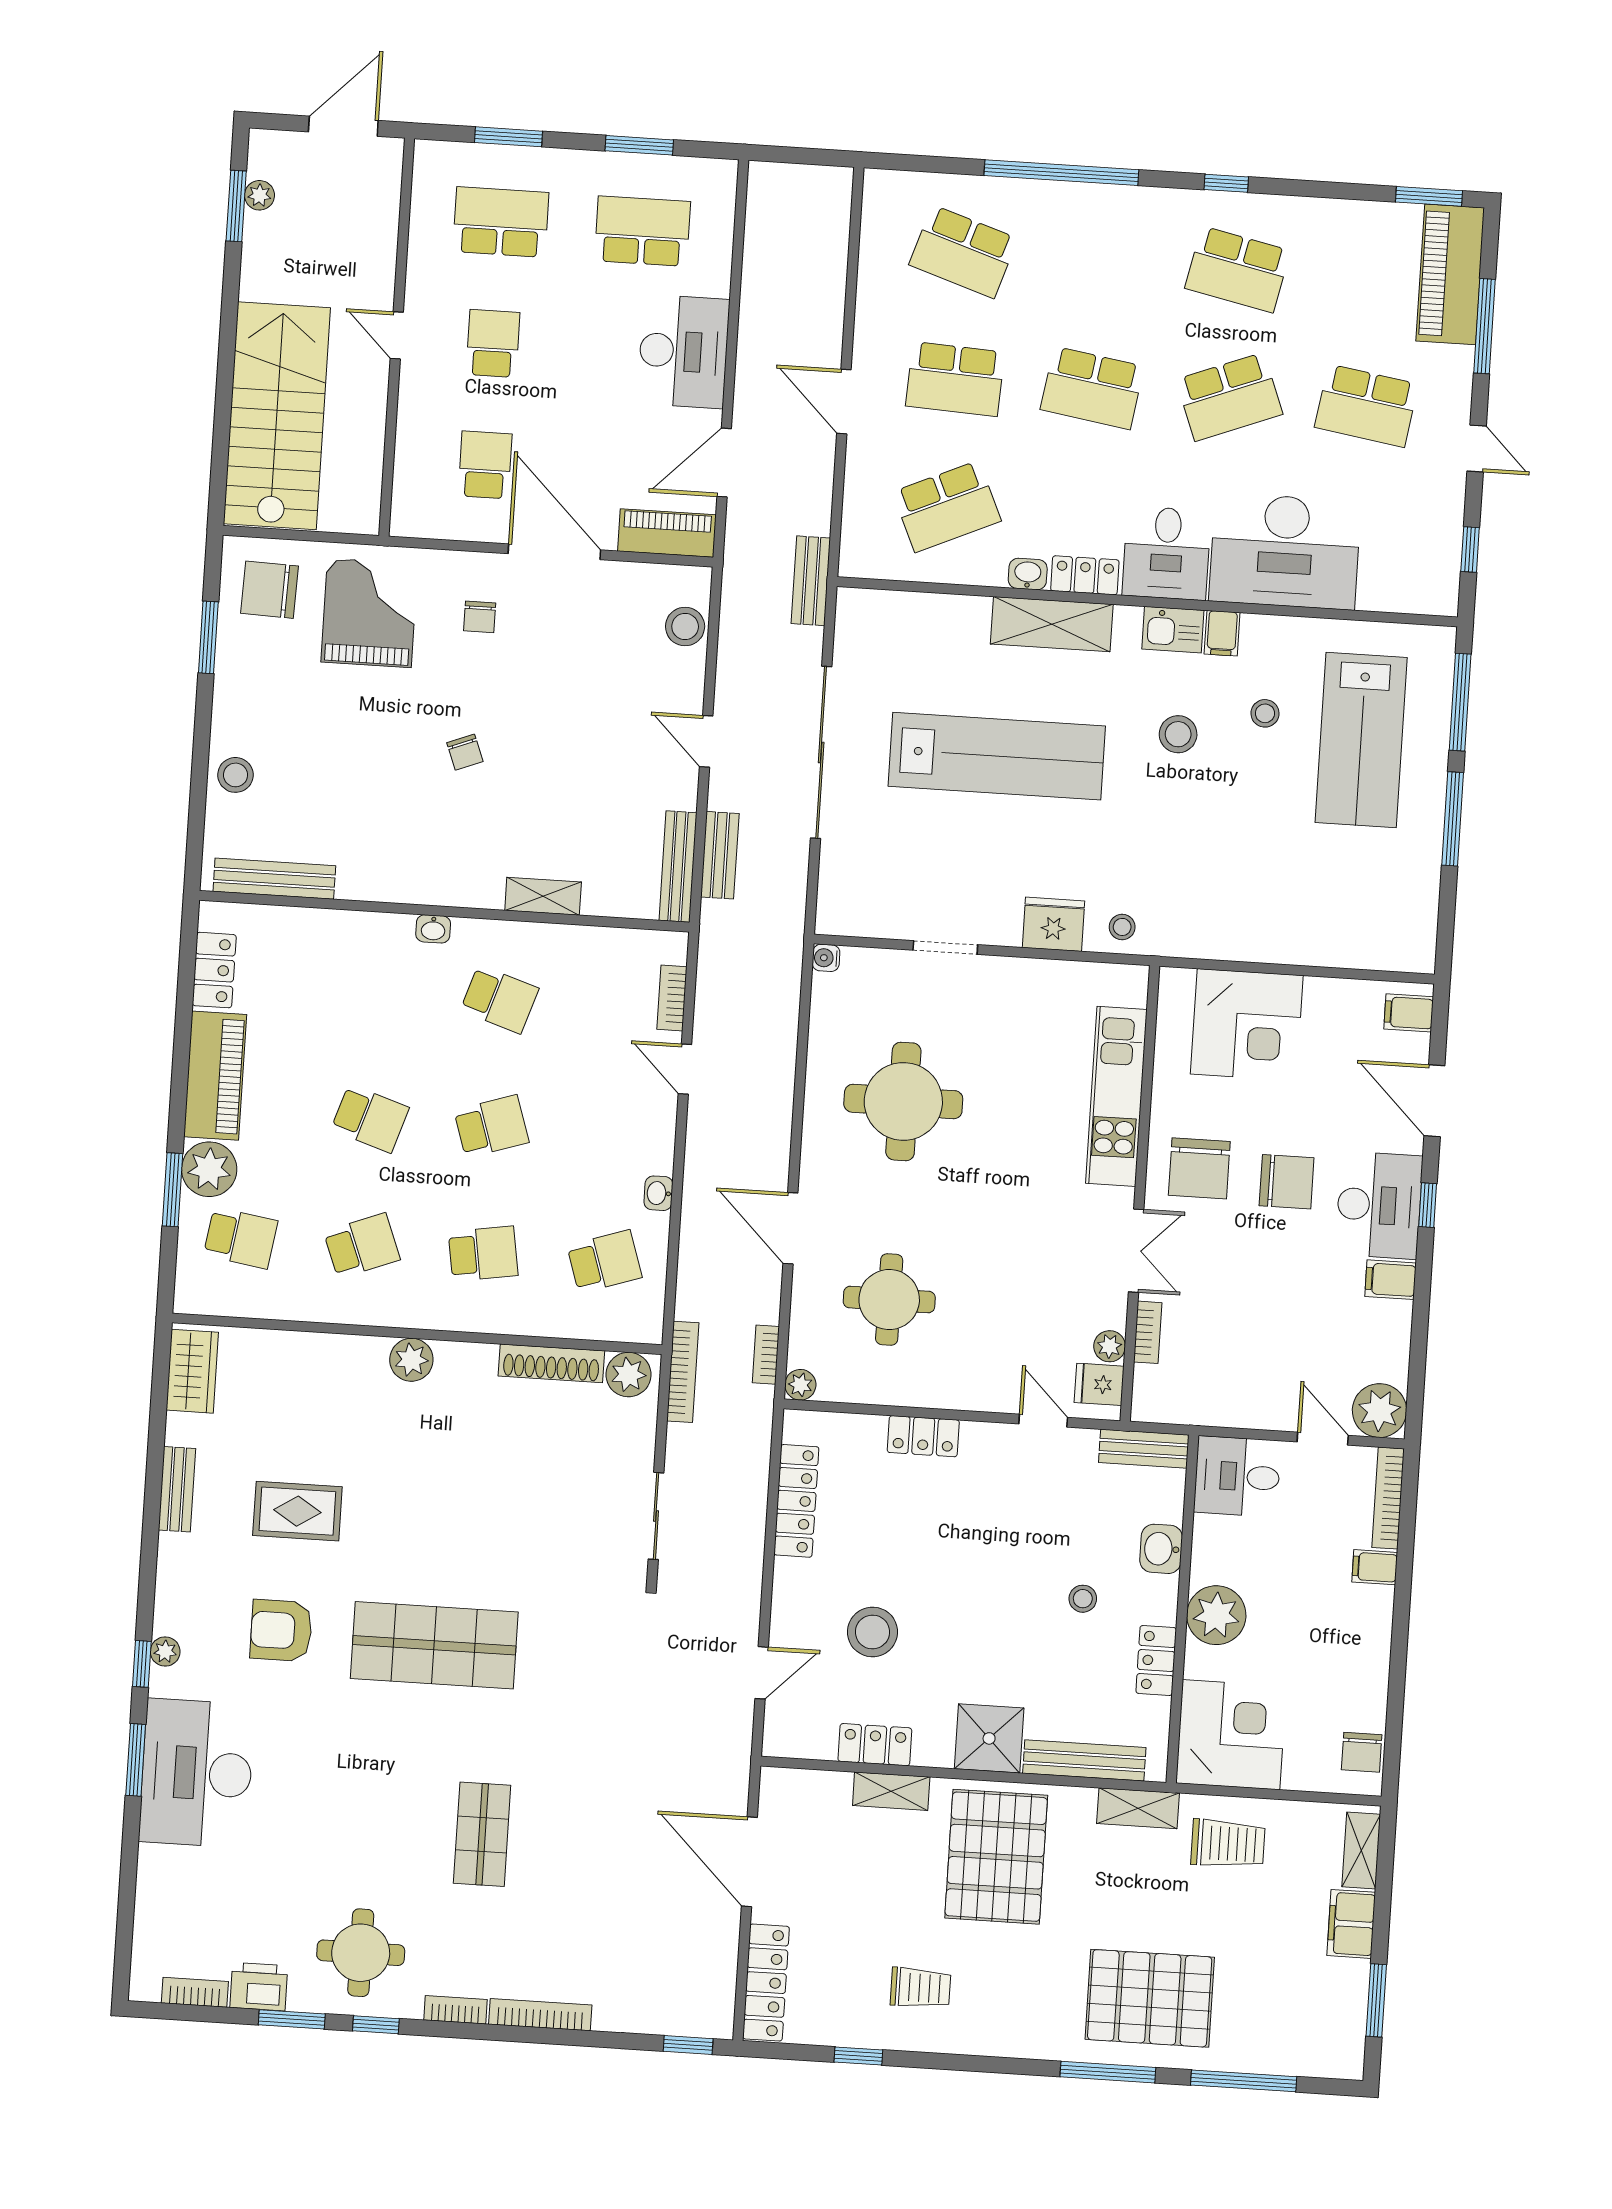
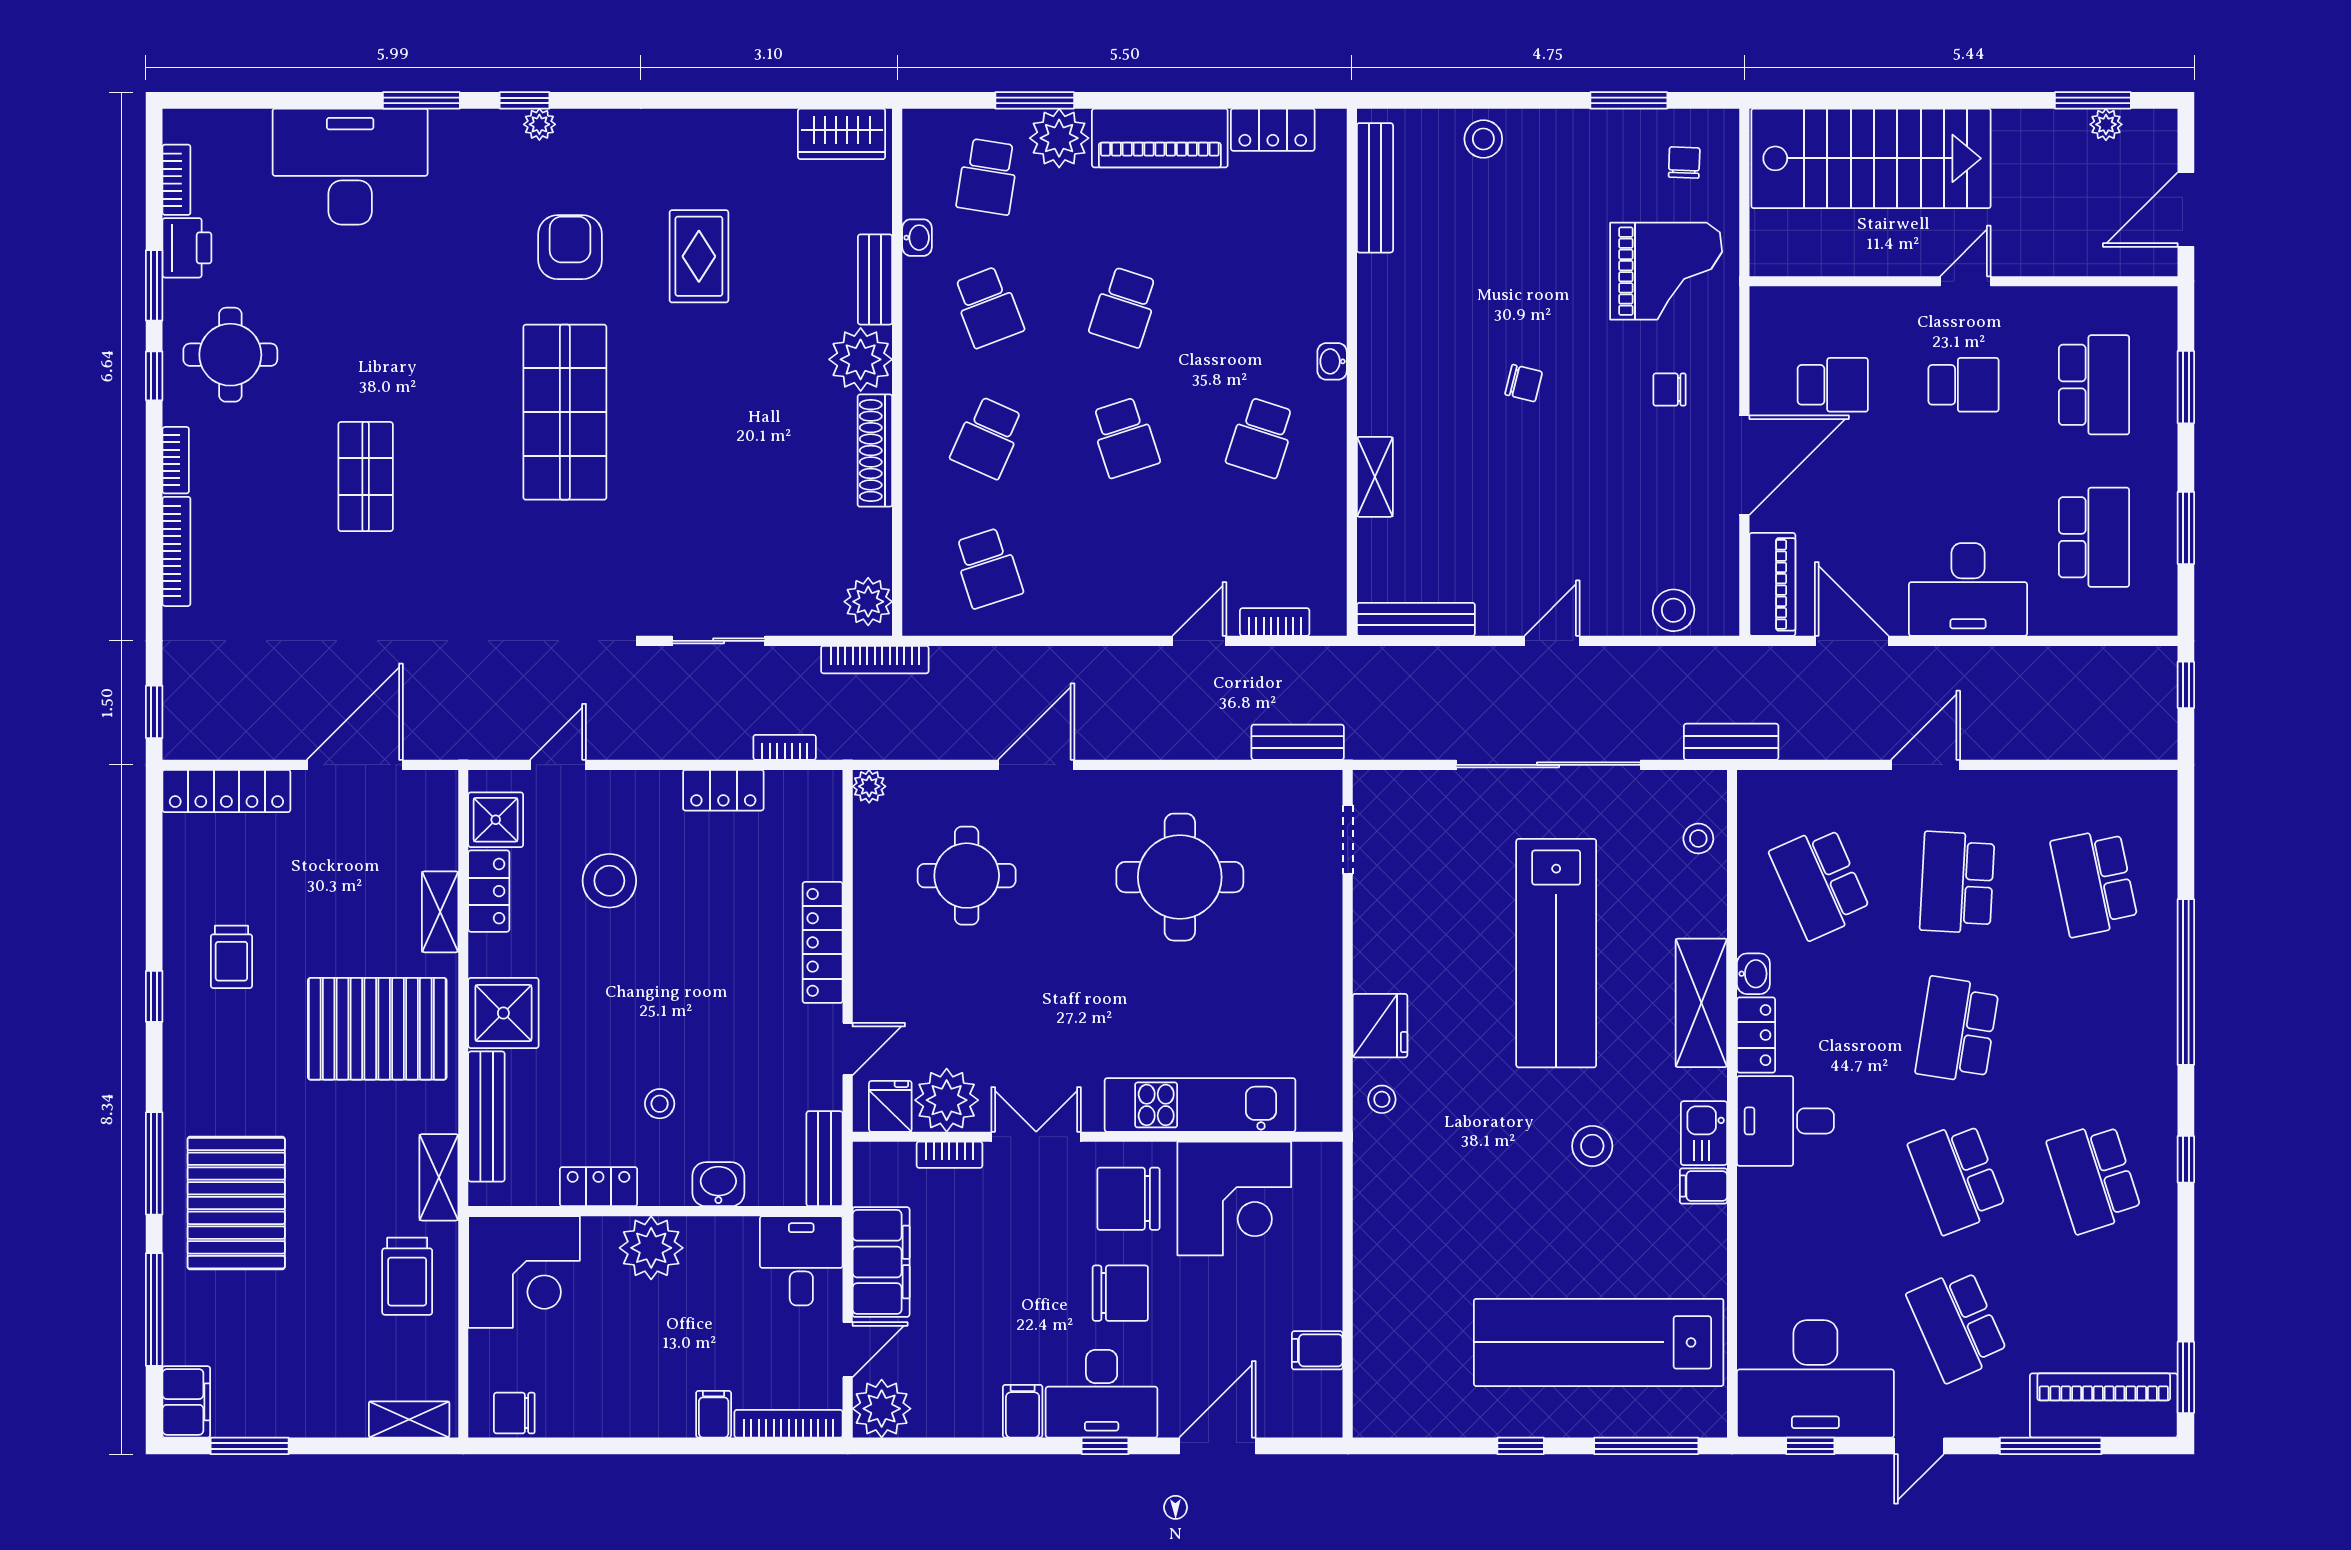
door: (343, 126) -> (2186, 210), swing flipped
window: (785, 155) -> (2186, 685), added
school desk: (963, 252) -> (2094, 882), turned -30
school desk: (1238, 269) -> (2094, 1177), turned -30
school desk: (1366, 406) -> (1957, 1325), turned -33
desk: (1285, 551) -> (1815, 1379), moved, turned -90
chair: (269, 590) -> (1684, 163), width x0.54, depth x0.54
stool: (1265, 713) -> (1698, 838), moved
lab bench: (1361, 740) -> (1599, 1342), width x1.36
chair: (465, 752) -> (1524, 383), turned -145
window: (1453, 819) -> (1521, 1446), width x0.46
bench: (720, 855) -> (1298, 742), moved
doorway: (945, 947) -> (1348, 839), moved
water cooler: (826, 958) -> (1328, 784), removed
filing cabinet: (1409, 1013) -> (1317, 1350), moved, turned -90
corner desk: (1247, 1025) -> (1234, 1199), moved, turned -90
chair: (1287, 1182) -> (1120, 1293), turned -90
washbasin: (658, 1193) -> (917, 238), moved, turned 90
double door: (1136, 1251) -> (1036, 1137), swing flipped
school desk: (483, 1254) -> (988, 437), turned 33
plant: (1110, 1346) -> (947, 1100), width x1.87, depth x1.87
bookcase: (766, 1355) -> (785, 747), moved
plant: (411, 1360) -> (861, 359), width x1.36, depth x1.36
shoe rack: (551, 1363) -> (875, 451), moved
filing cabinet: (1243, 1402) -> (881, 1262), added
locker: (923, 1436) -> (823, 942), width x1.53
bench: (177, 1489) -> (875, 279), moved, turned 90
locker: (796, 1501) -> (723, 790), width x0.66
door: (762, 1673) -> (558, 765), swing flipped
shower: (809, 1734) -> (496, 820), added
desk: (197, 1773) -> (350, 167), moved
shop shelf: (482, 1834) -> (366, 477), turned 90
filing cabinet: (1351, 1924) -> (186, 1402), moved, turned 90
window: (858, 2056) -> (154, 996), moved

